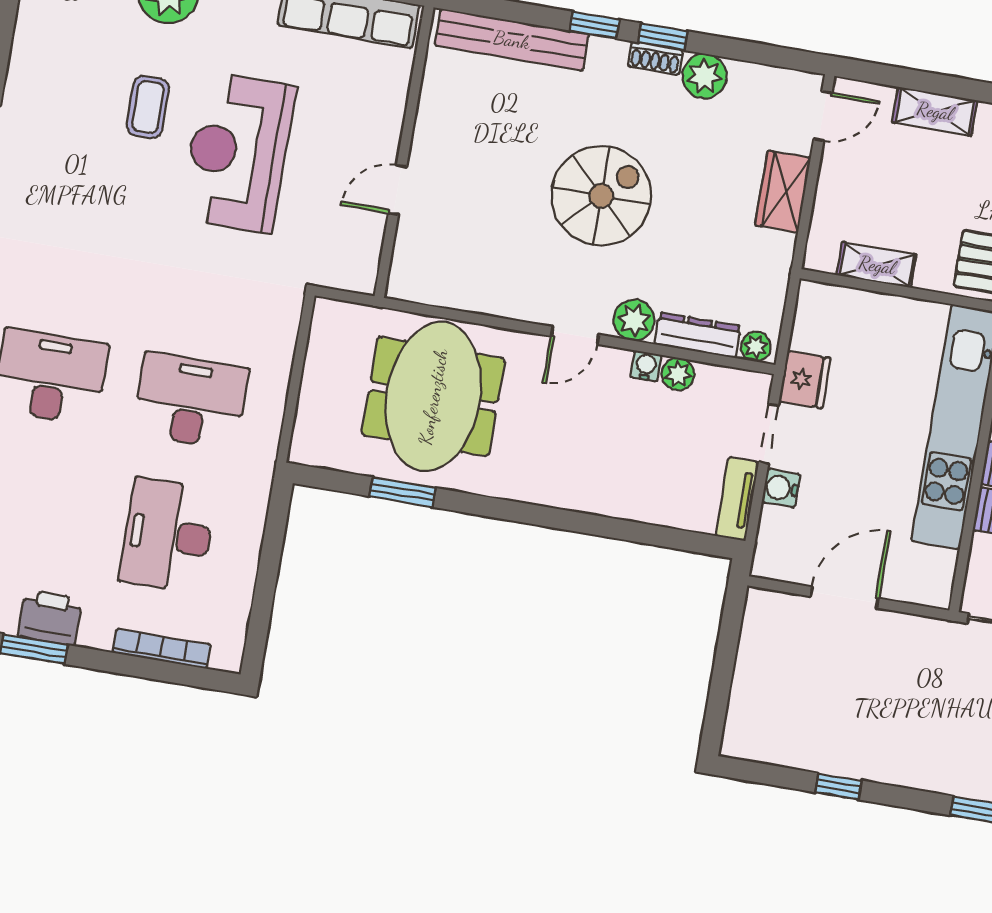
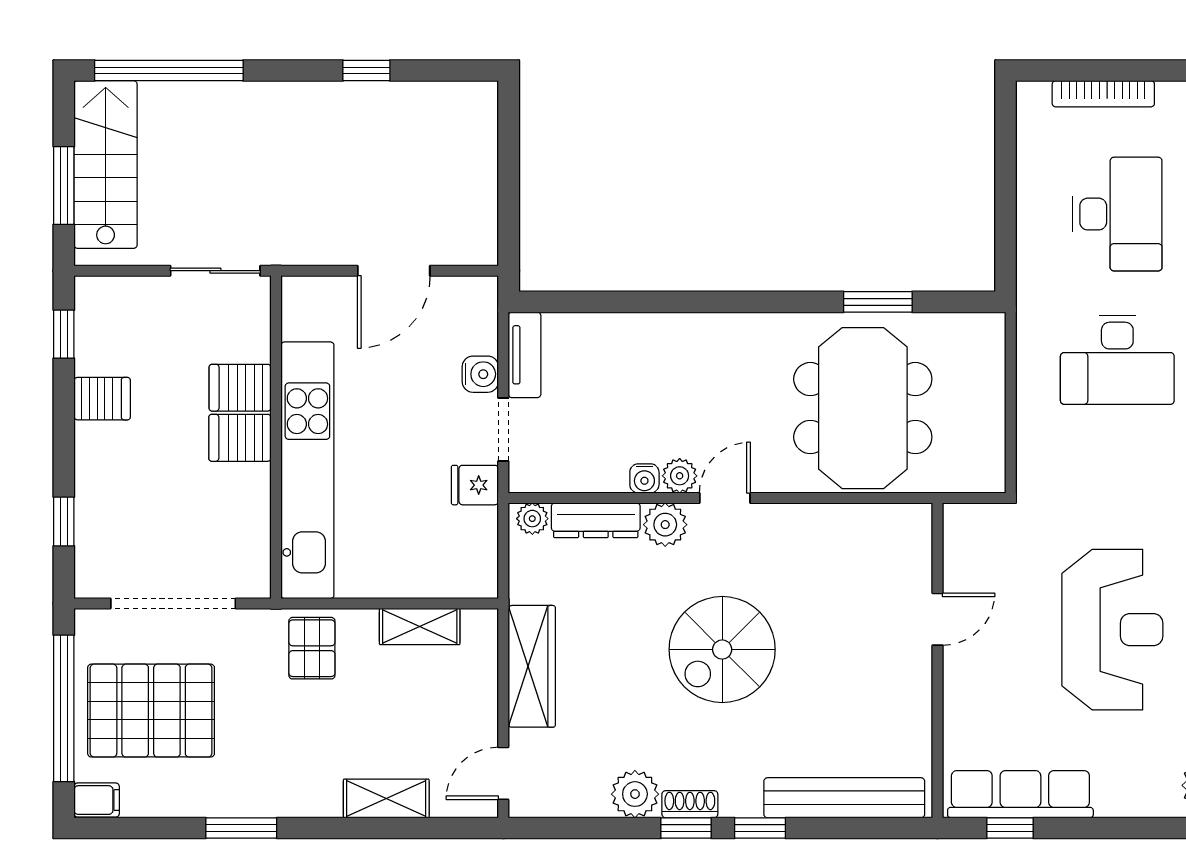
wardrobe: (783, 192) -> (532, 666), width x1.50
plant: (678, 374) -> (680, 476), moved
fridge: (805, 380) -> (475, 485), width x0.72

